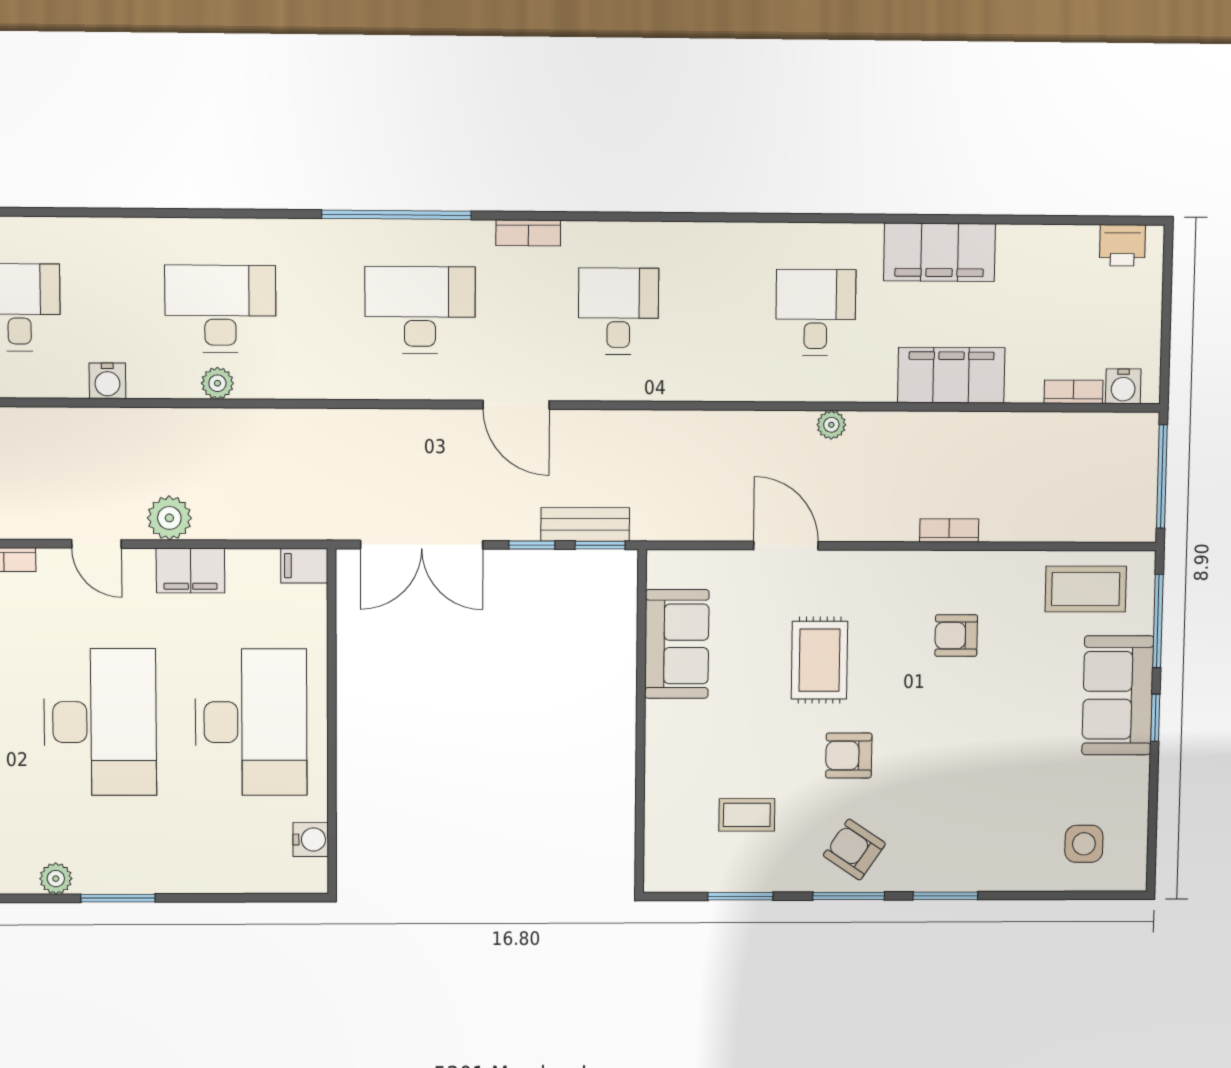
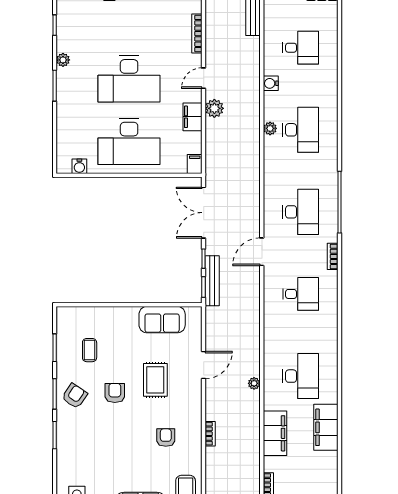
desk: (816, 312) -> (301, 376), width x1.37
bench: (585, 524) -> (212, 281), width x1.36
rug: (819, 660) -> (155, 380), turned 90

